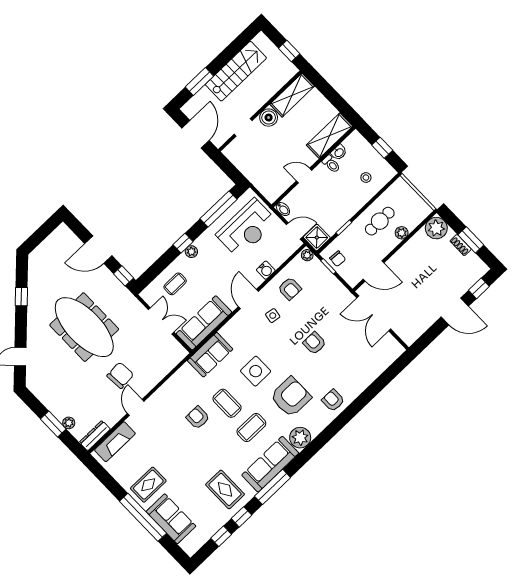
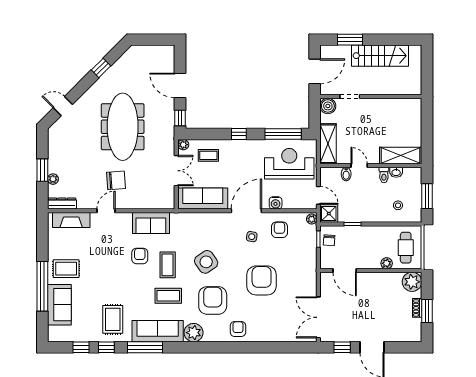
window: (289, 51) -> (427, 76), removed
shelving: (292, 95) -> (328, 144), moved, turned 90
boiler: (269, 118) -> (328, 106), moved
window: (382, 148) -> (427, 196), width x1.50
bidet: (283, 209) -> (346, 174), moved
cafe table: (380, 221) -> (406, 248), moved, turned 90
reception desk: (247, 228) -> (289, 164), turned 180
plant: (191, 252) -> (183, 145), moved
window: (479, 288) -> (342, 347), moved
armchair: (290, 289) -> (279, 230), turned 180
door: (248, 299) -> (246, 211), width x1.36
double door: (374, 313) -> (318, 317), moved
armchair: (314, 343) -> (262, 280), width x1.88, depth x1.88
sofa: (210, 355) -> (151, 223), moved
side table: (256, 371) -> (206, 262), turned -34
armchair: (291, 397) -> (213, 300), turned -90

